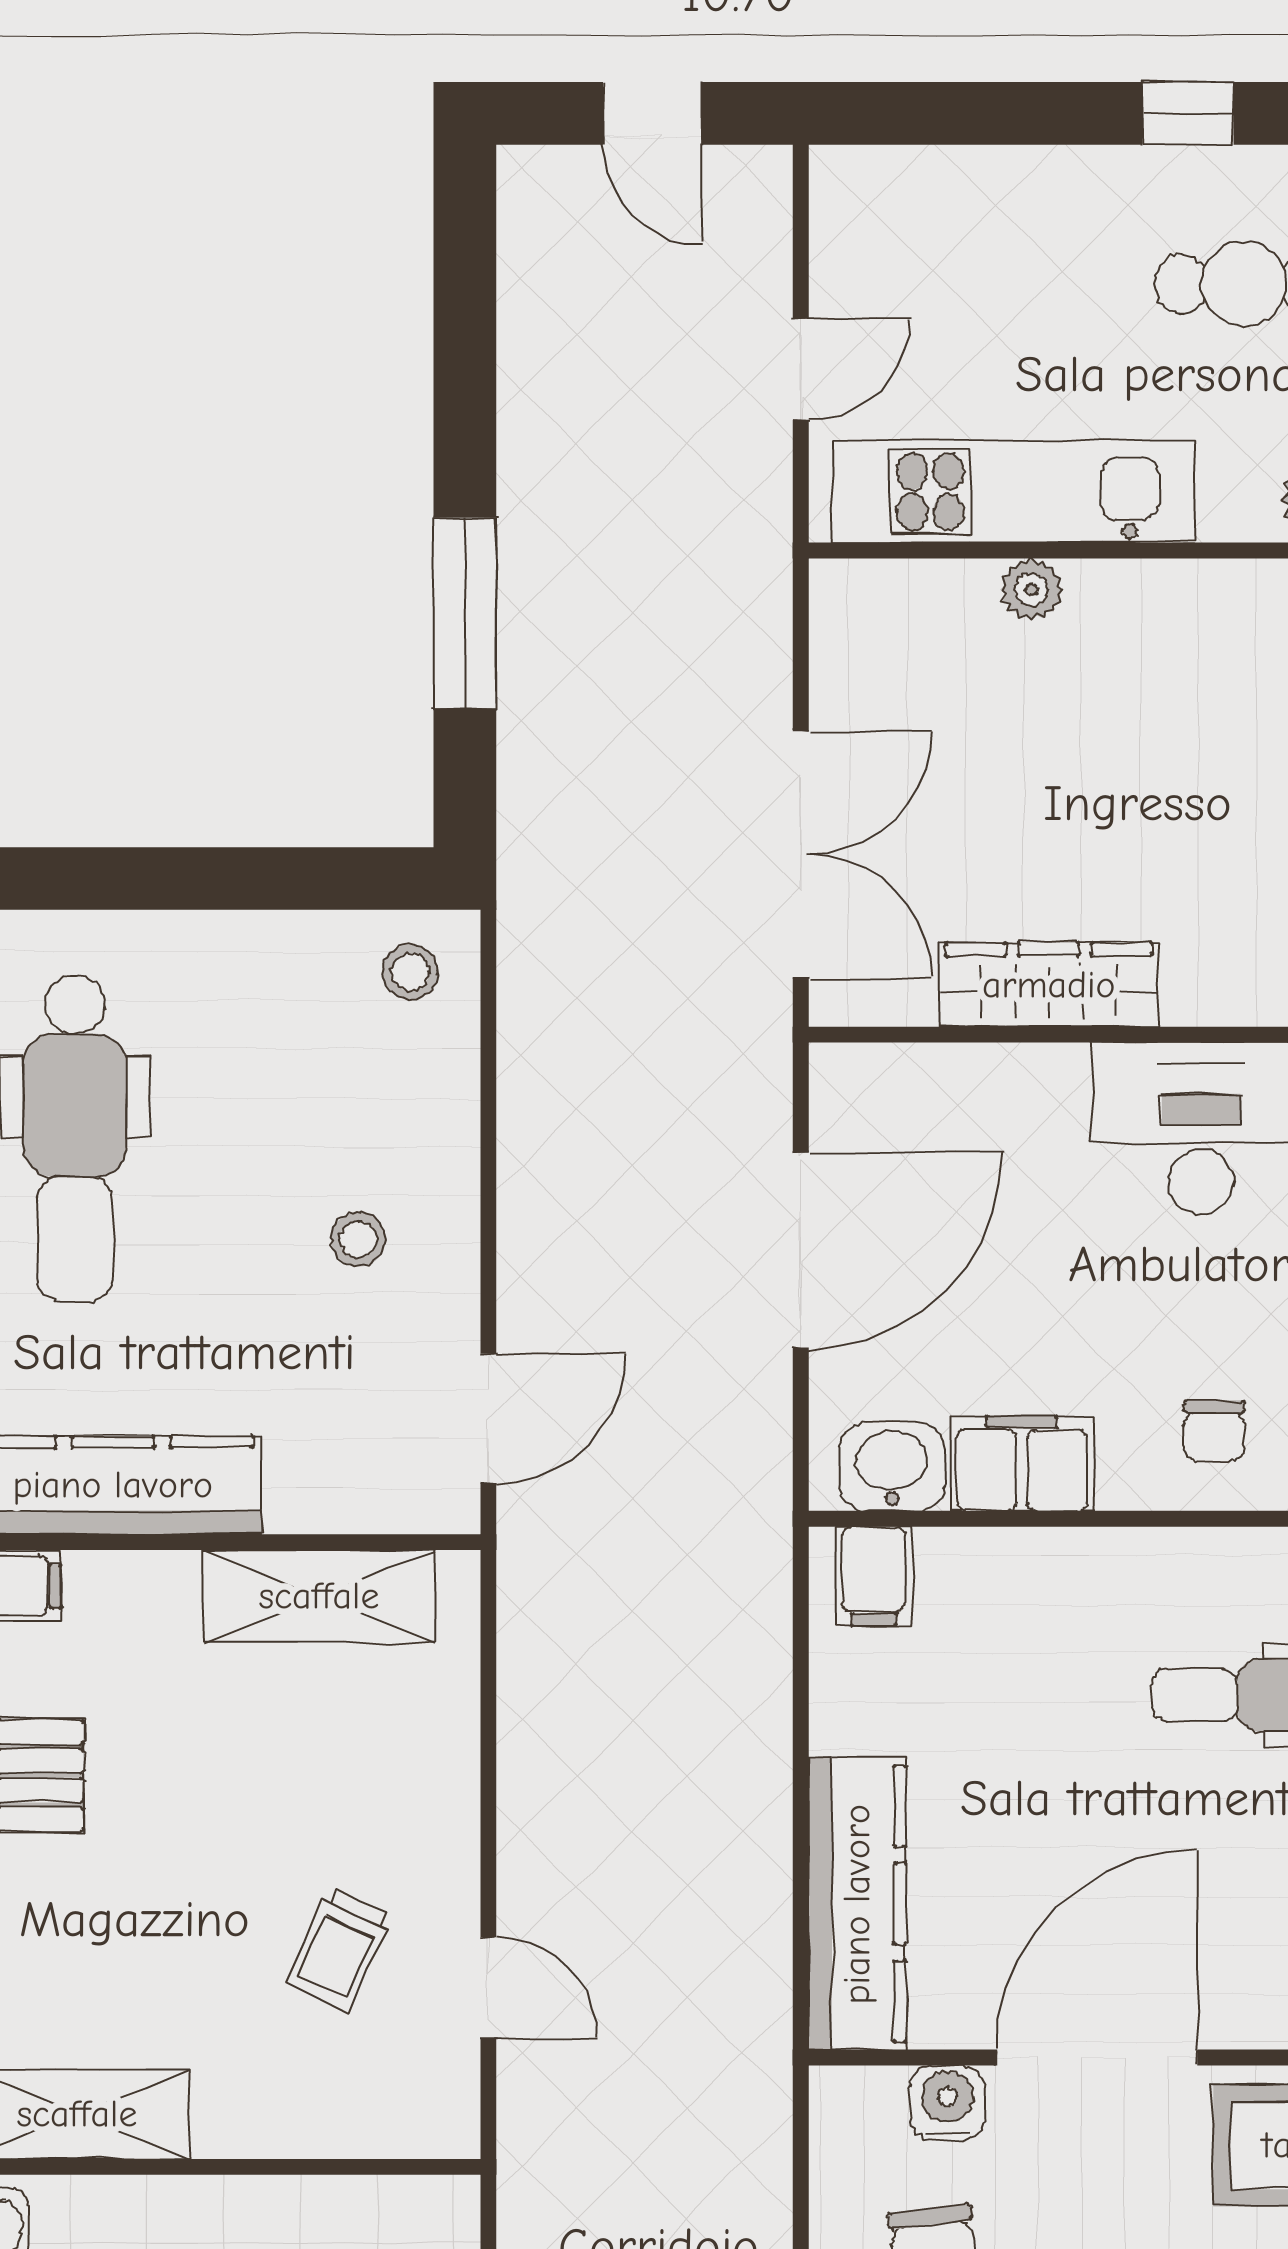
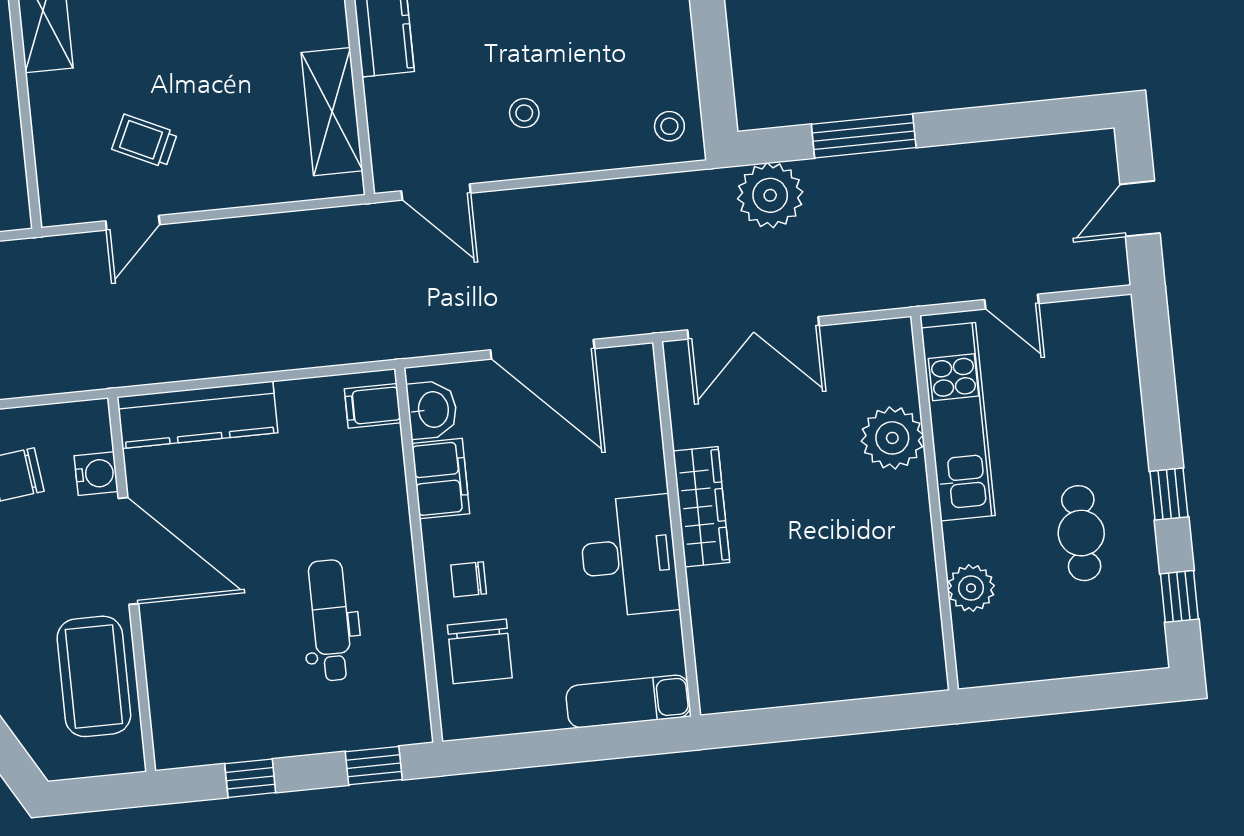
plant: (1031, 590) -> (892, 438), width x1.88, depth x1.88
plant: (558, 798) -> (770, 195), added
wardrobe: (1049, 985) -> (701, 507), moved

